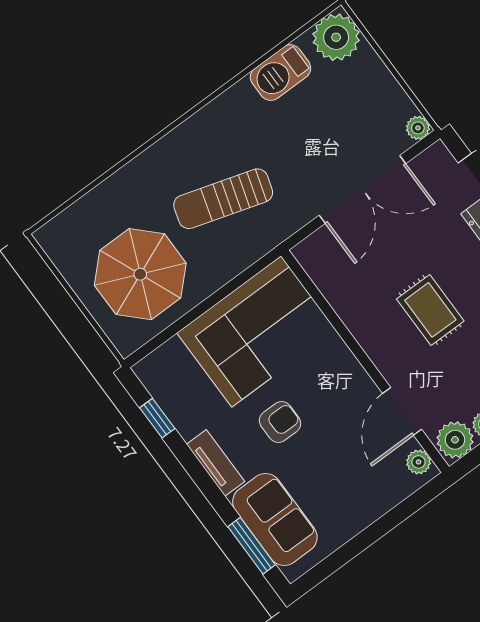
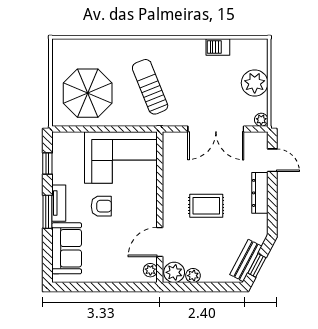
plant: (336, 37) -> (255, 83), moved
barbecue: (280, 73) -> (218, 47), width x0.73, depth x0.79
sun lounger: (223, 199) -> (150, 87), turned 51
rug: (430, 310) -> (206, 206), turned 90
window: (252, 546) -> (47, 212), moved

